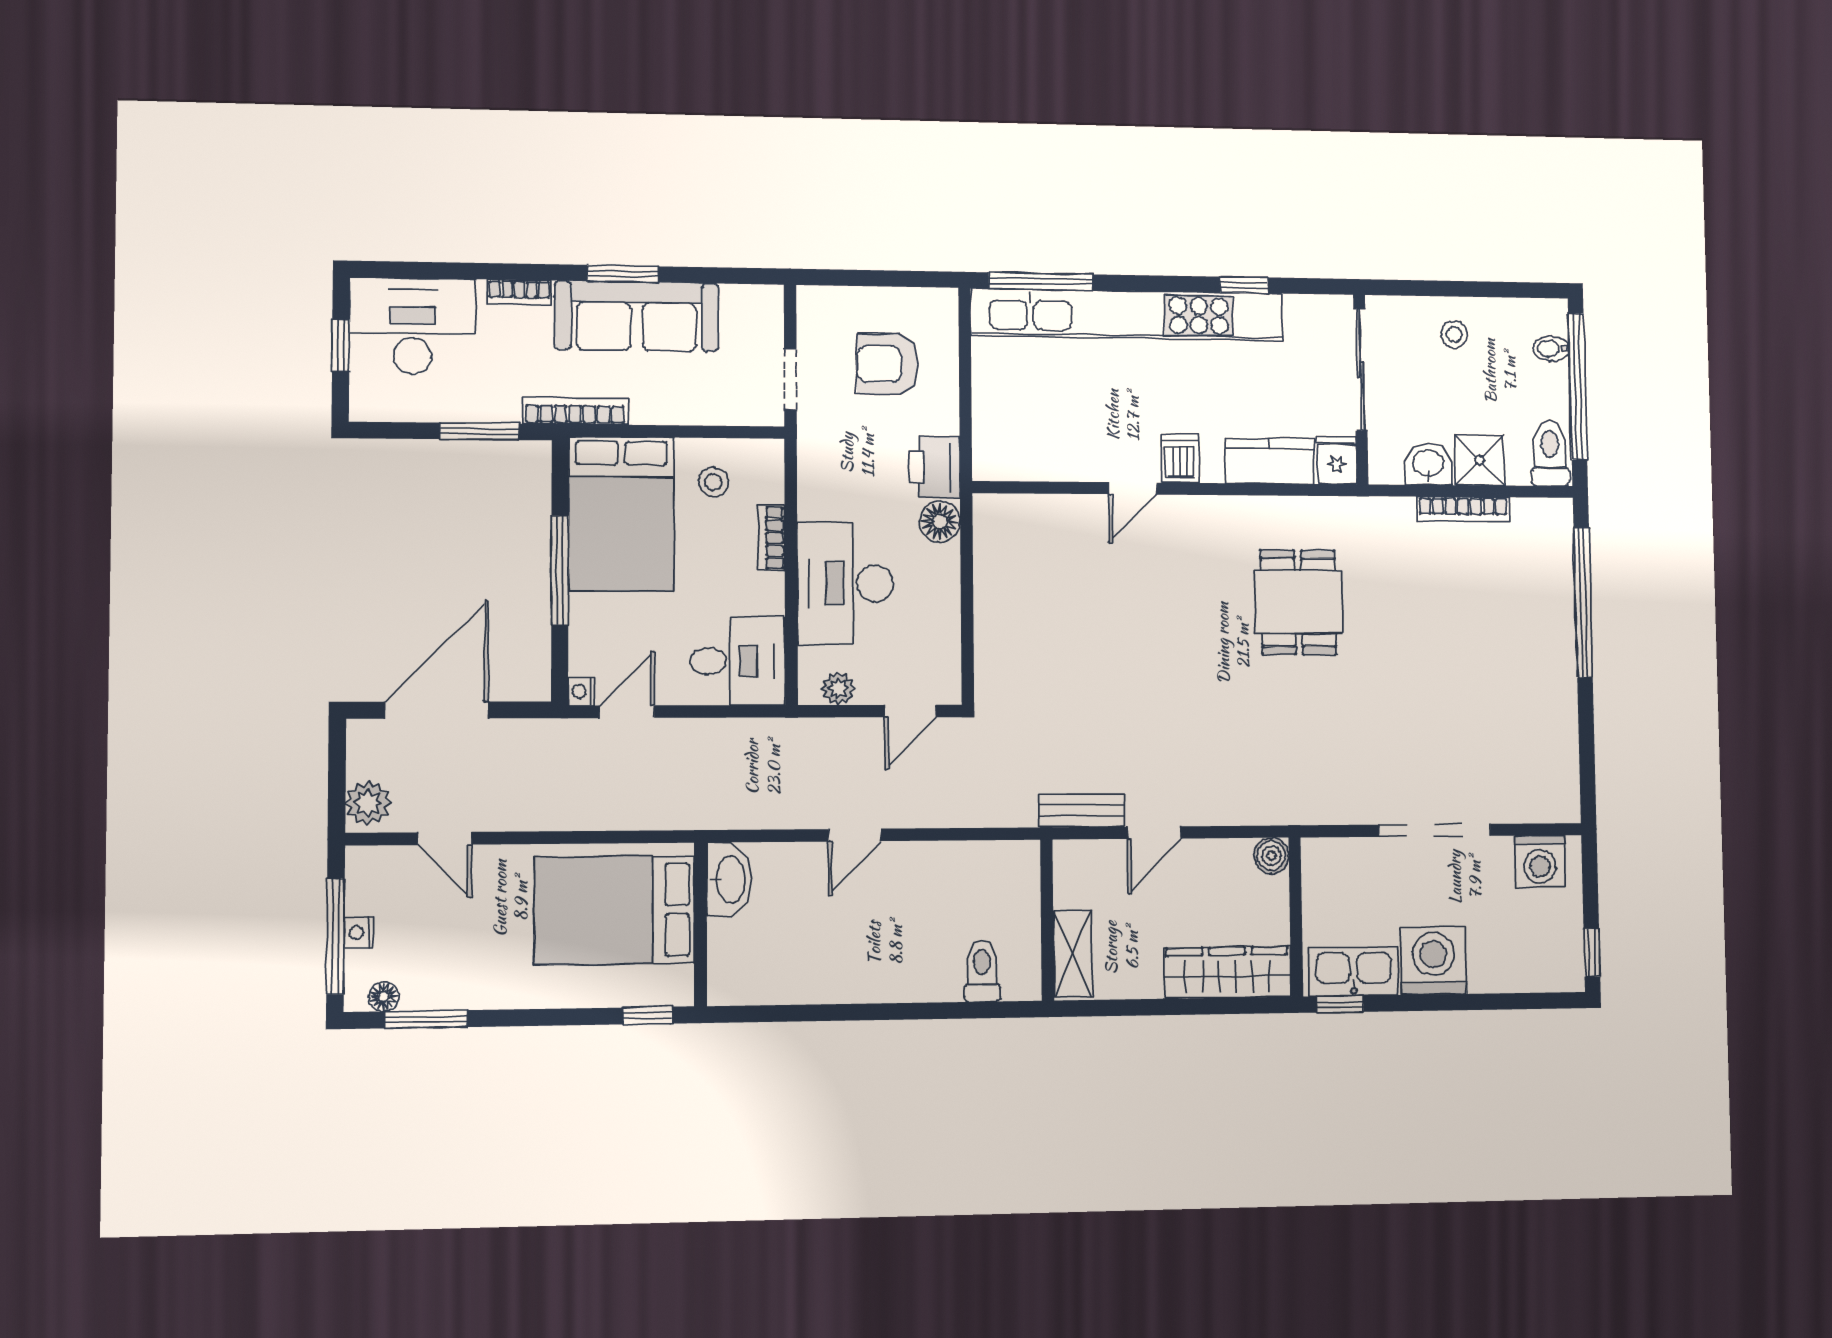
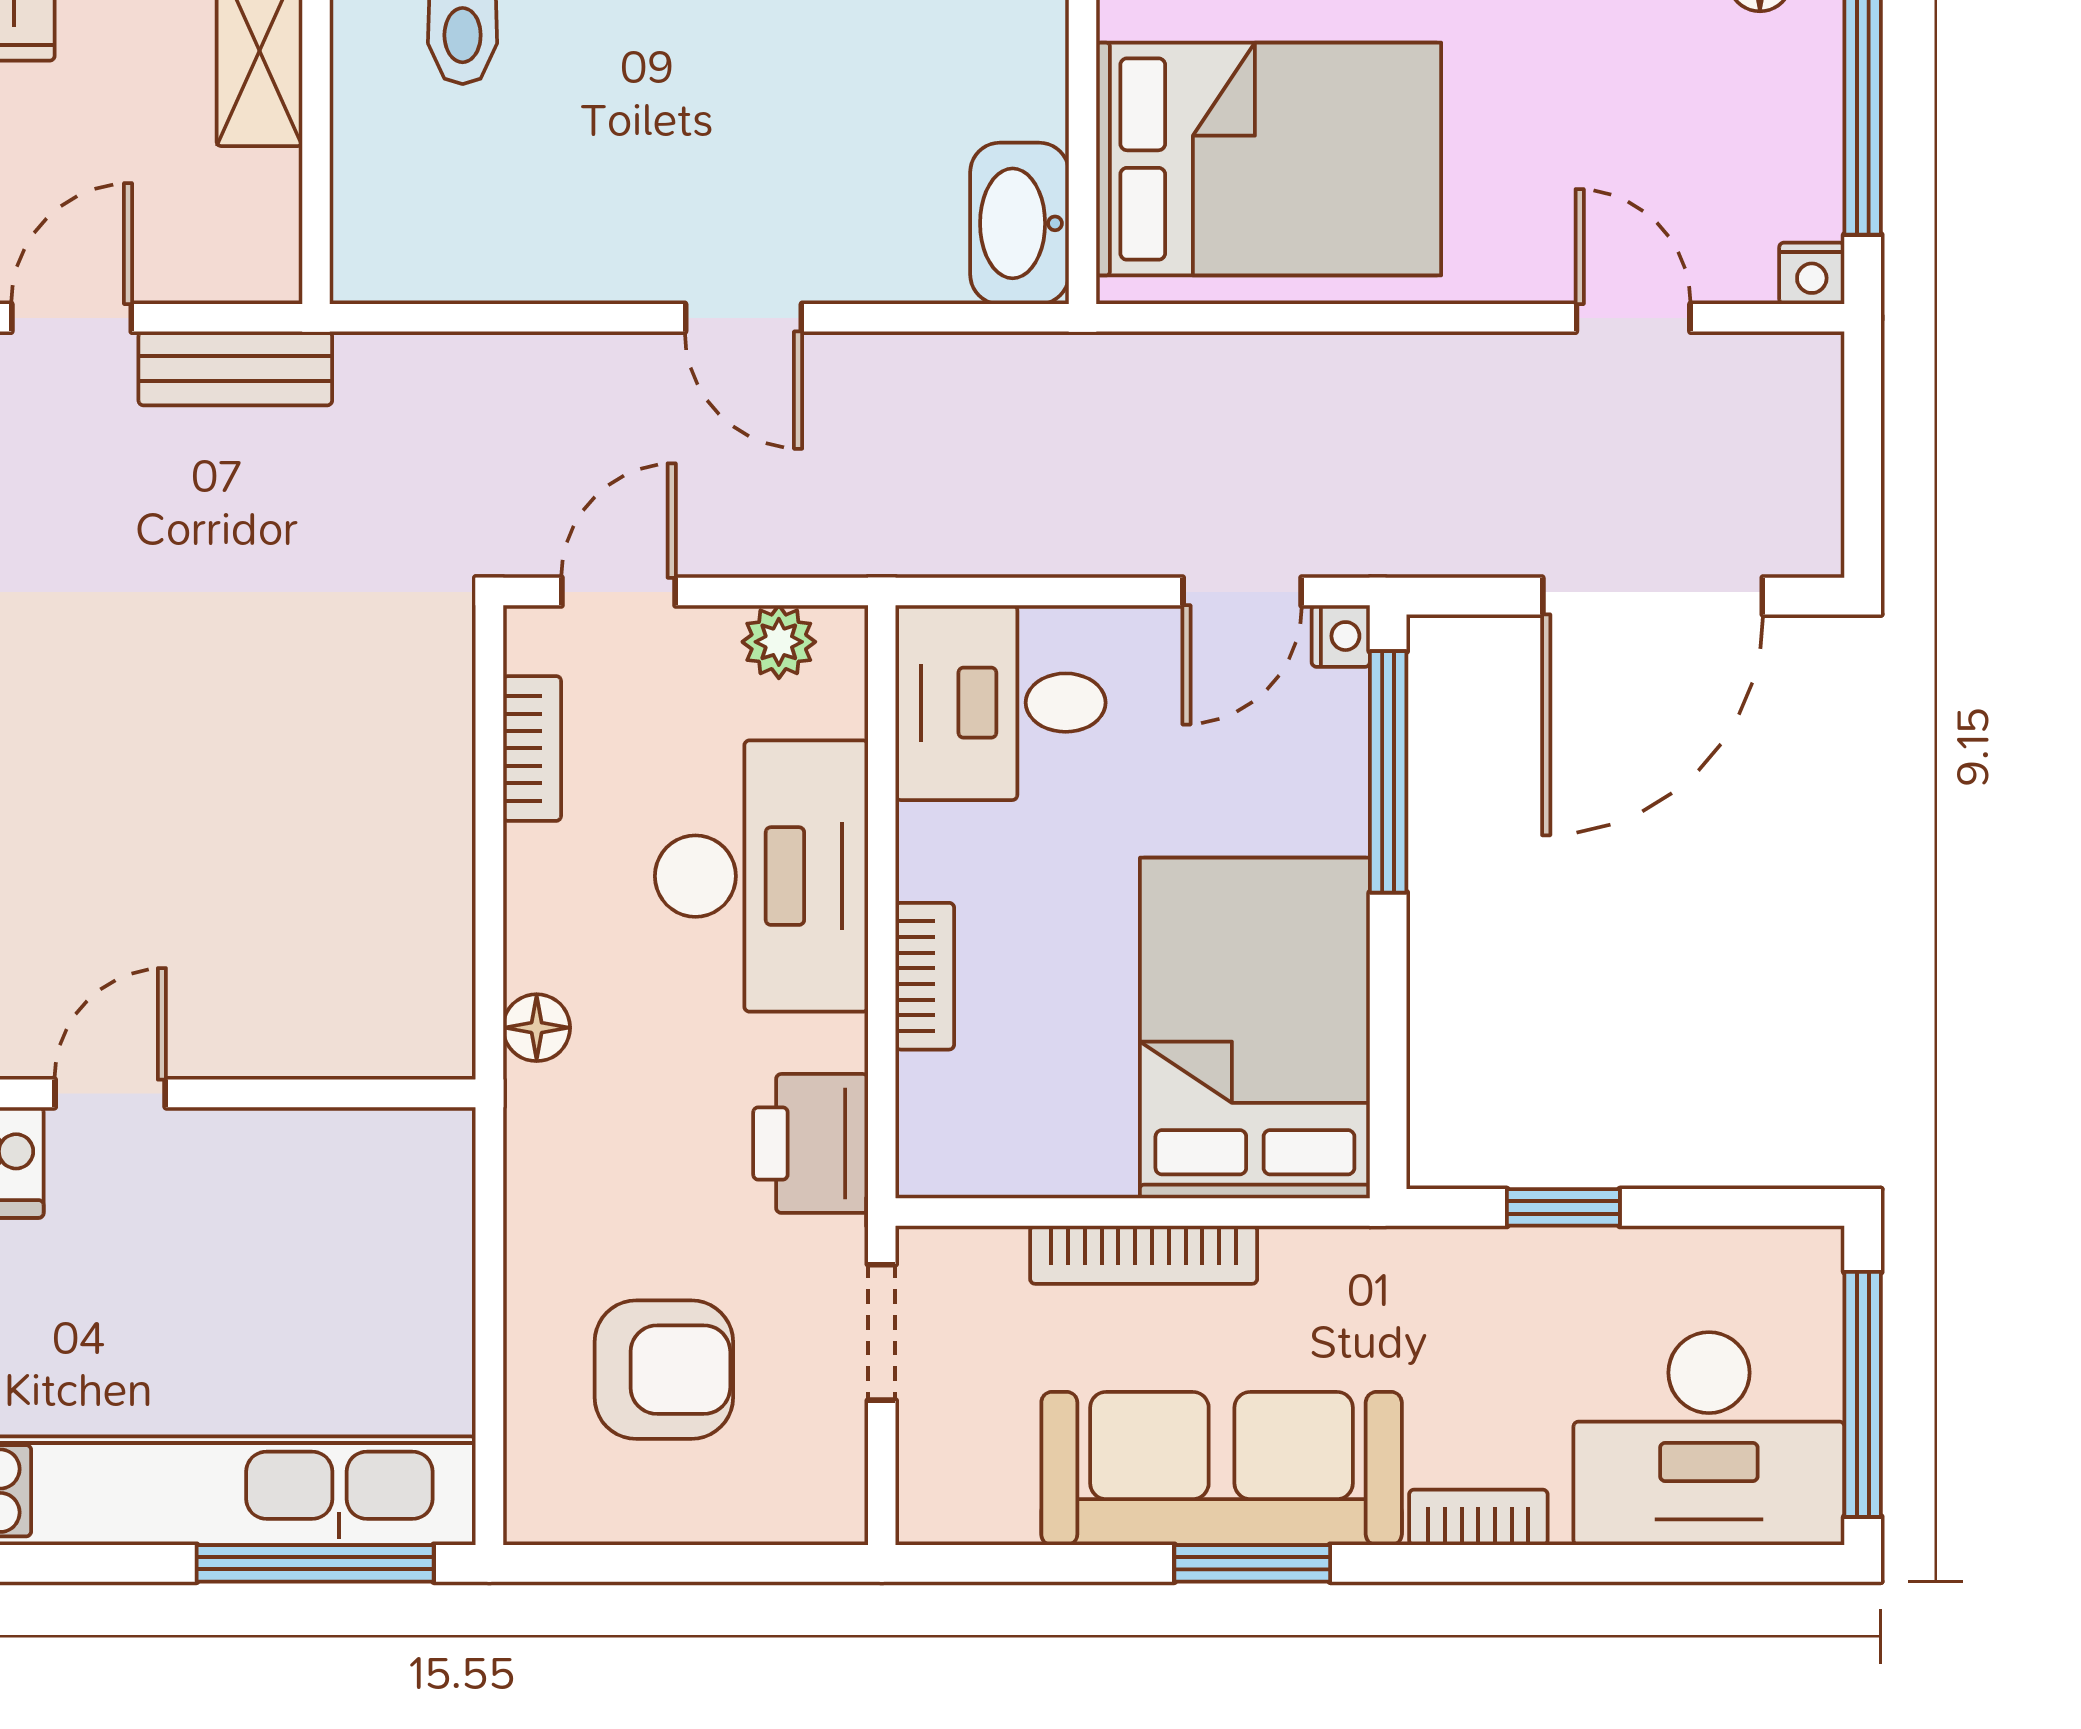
window: (341, 345) -> (1863, 1394), width x2.17
bookcase: (575, 411) -> (1144, 1255), moved
window: (480, 431) -> (1563, 1207), width x0.67
printer: (934, 467) -> (811, 1143), moved, turned 180
stool: (713, 482) -> (1053, 1100), removed
floor lamp: (940, 522) -> (537, 1028), width x0.73, depth x0.73
window: (560, 570) -> (1388, 772), moved
bookcase: (948, 641) -> (532, 748), added
plant: (368, 803) -> (1796, 396), removed
door: (855, 835) -> (743, 318), swing flipped
nightstand: (359, 933) -> (1812, 273), moved, turned 90

